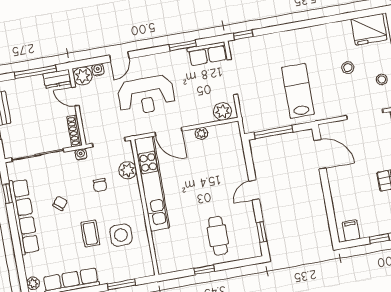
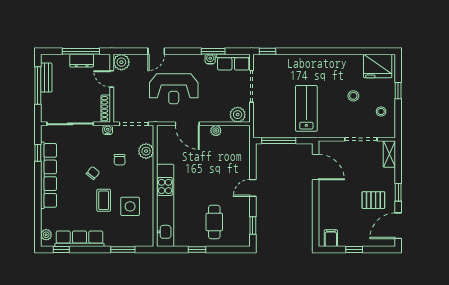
water cooler: (98, 70) -> (210, 59), moved
dresser: (57, 79) -> (82, 61), moved
kitchen unit: (152, 184) -> (165, 205), moved
chair: (60, 203) -> (93, 173), moved

